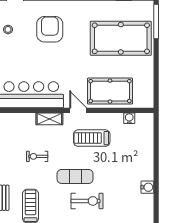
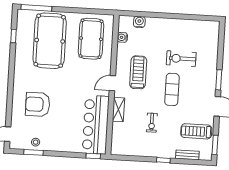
pool table: (110, 91) -> (91, 39), moved
treadmill: (92, 138) -> (138, 72), turned 180
water cooler: (147, 187) -> (139, 22), moved
exercise bike: (87, 201) -> (181, 59), moved, turned -90

